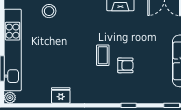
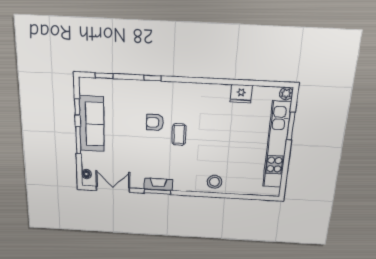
stool: (49, 11) -> (214, 182), moved
fridge: (61, 95) -> (241, 94), moved

